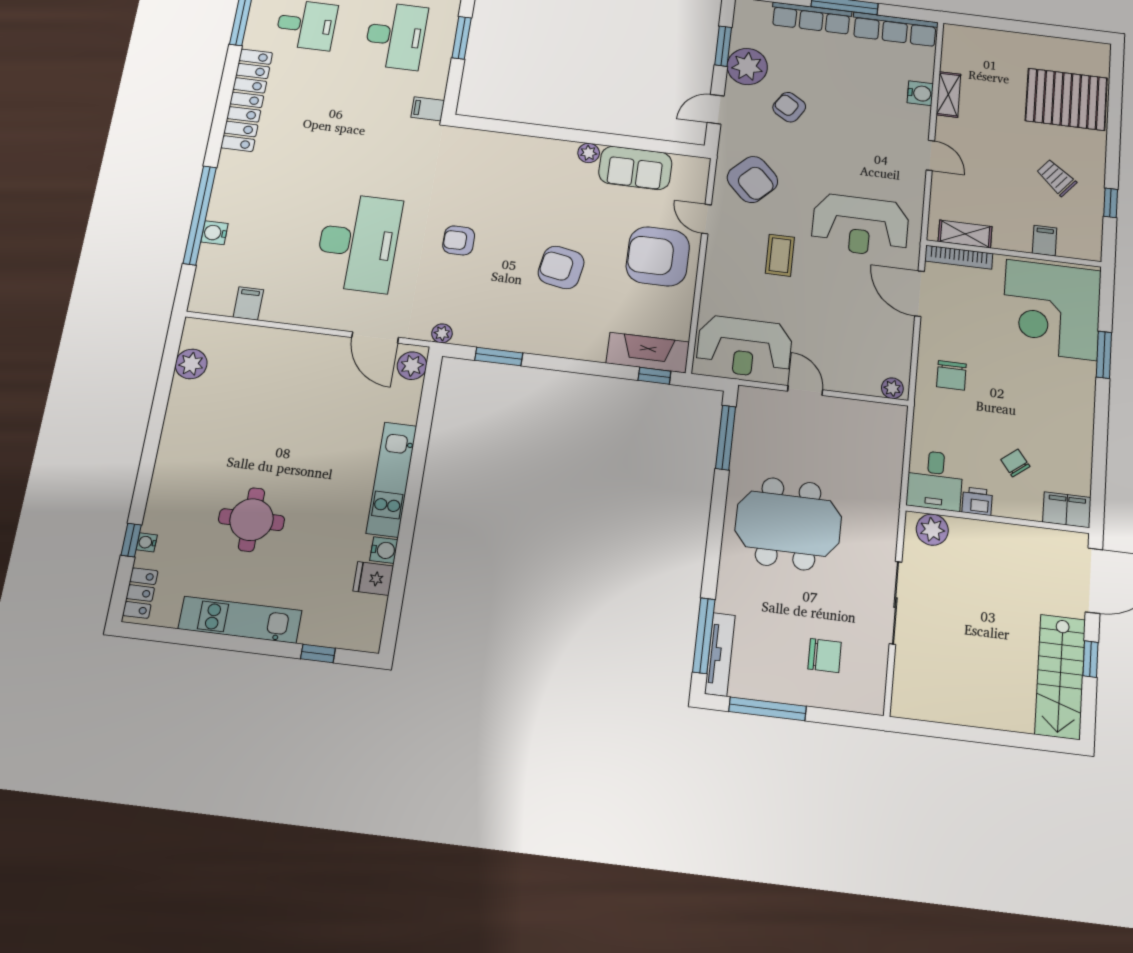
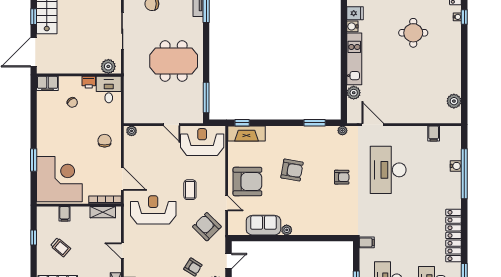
plant: (412, 366) -> (354, 93), moved

